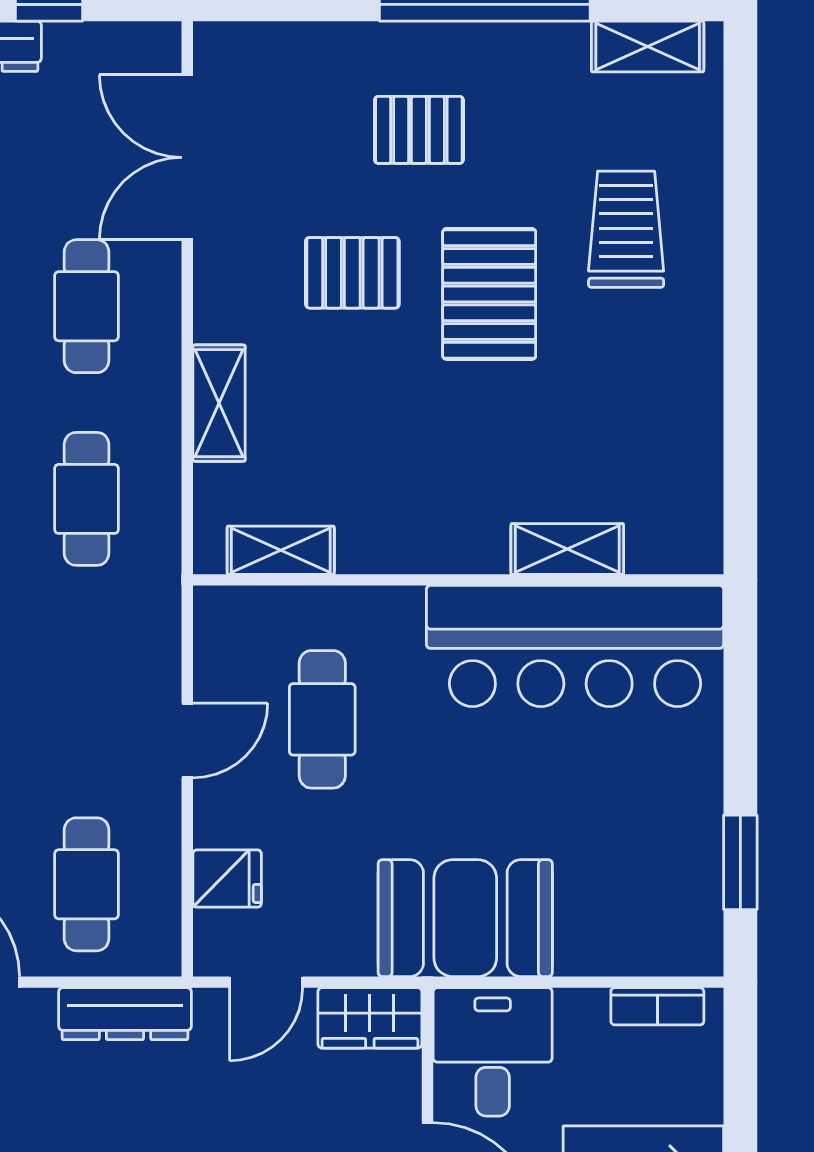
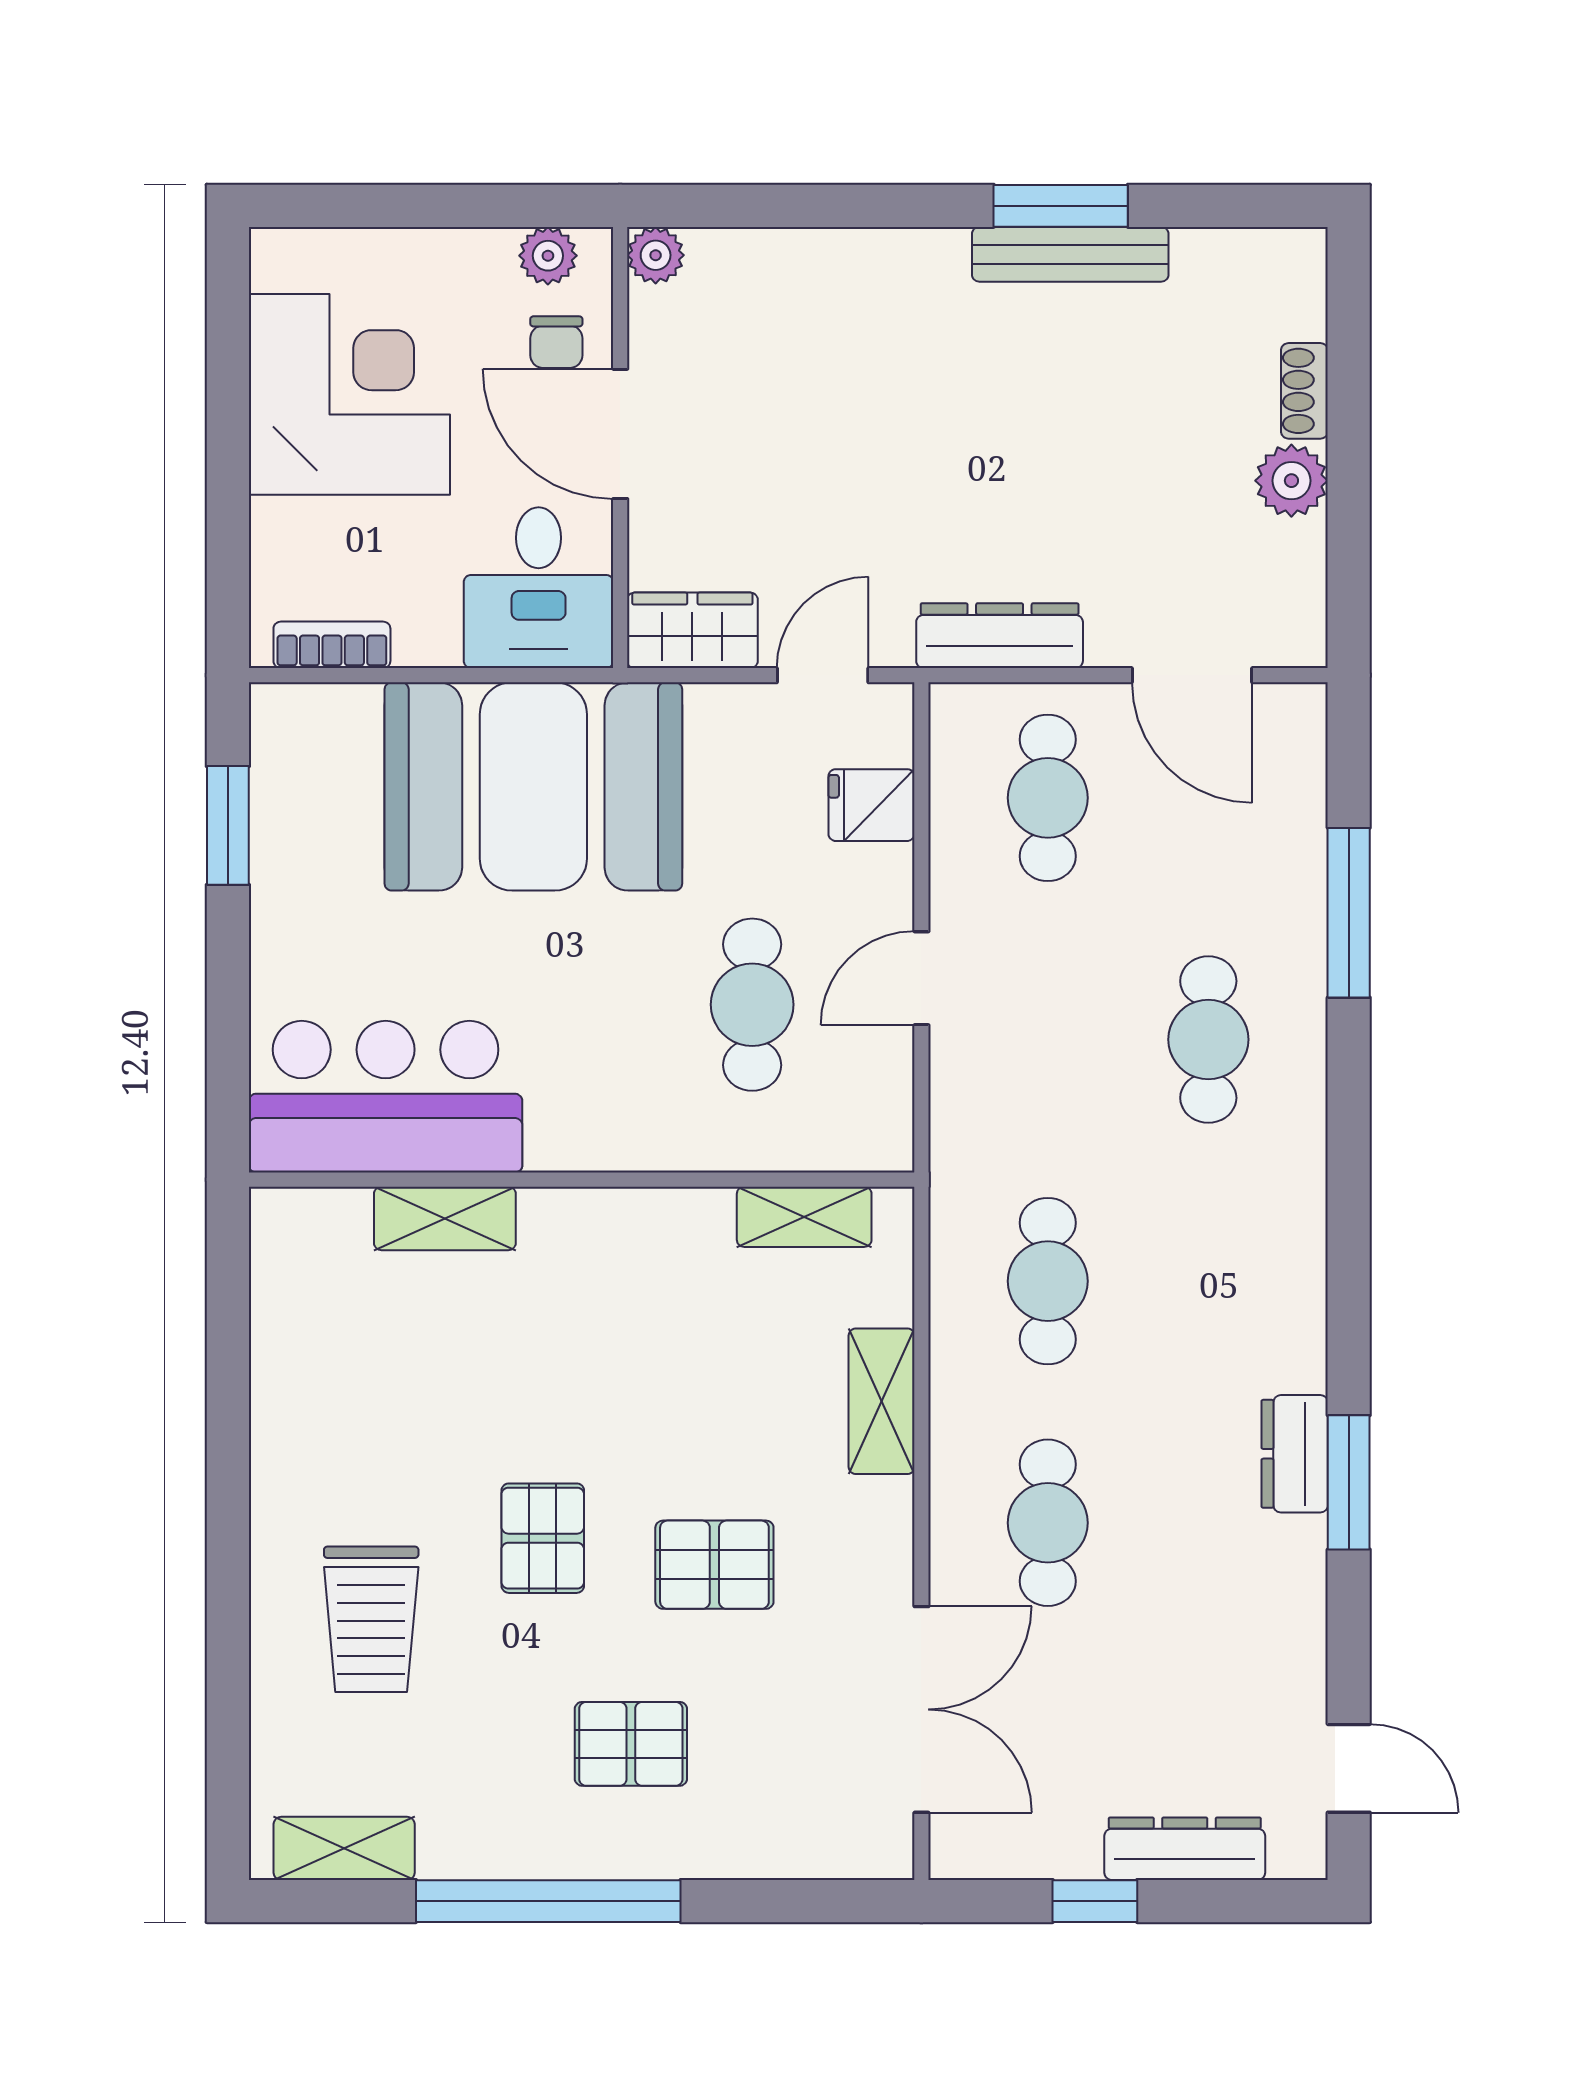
pallet: (489, 294) -> (543, 1538), width x0.67, depth x0.71
bar counter: (575, 646) -> (386, 1097), width x0.73
booth: (465, 918) -> (533, 786), width x1.36, depth x1.42

